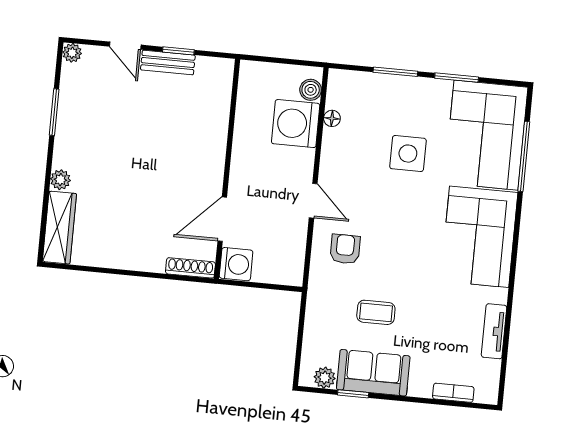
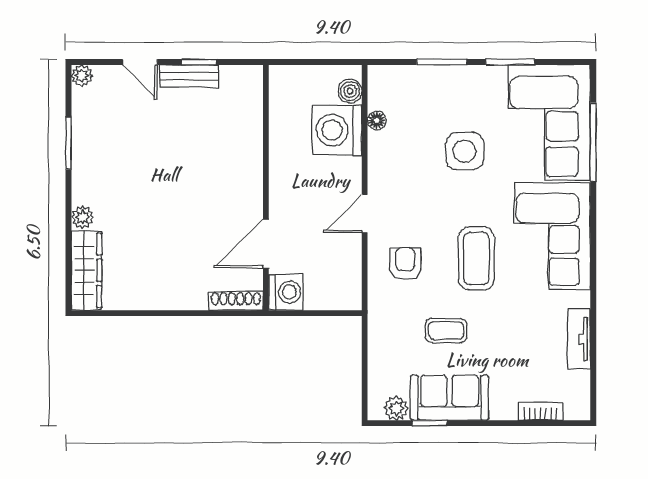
door: (313, 201) -> (365, 214), swing flipped
coffee table: (409, 250) -> (476, 258), added

